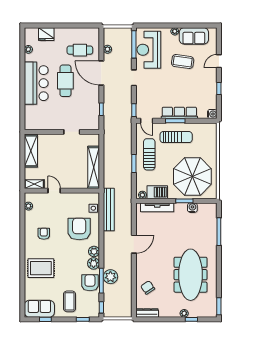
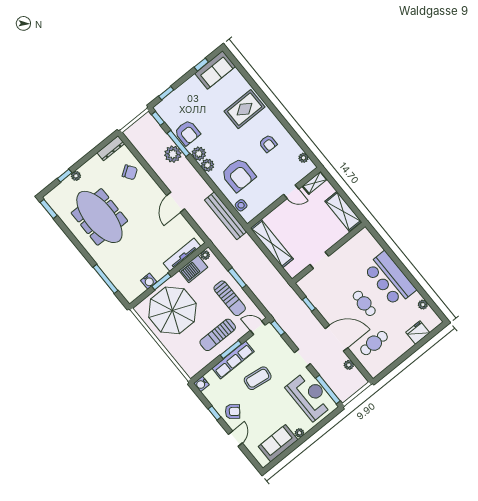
coffee table: (183, 62) -> (258, 378), moved
armchair: (207, 80) -> (233, 412), added
cafe table: (65, 81) -> (364, 303), width x0.73, depth x0.74
coffee table: (70, 301) -> (192, 100), removed

